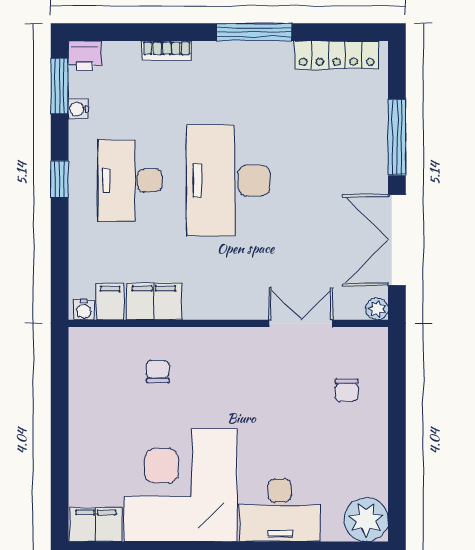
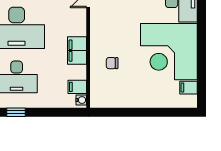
filing cabinet: (154, 301) -> (77, 51), moved
filing cabinet: (96, 524) -> (189, 88), width x0.50

